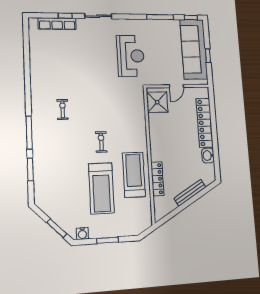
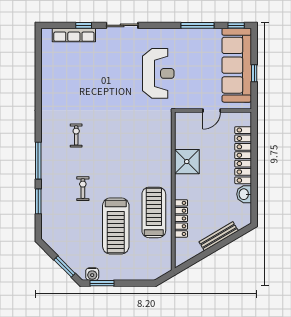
shower: (157, 102) -> (187, 162), moved
exercise bike: (101, 142) -> (83, 189), moved
window: (108, 240) -> (102, 283), moved

